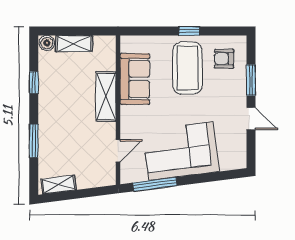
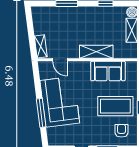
window: (155, 184) -> (41, 113), moved
shelving: (59, 185) -> (41, 46), moved

